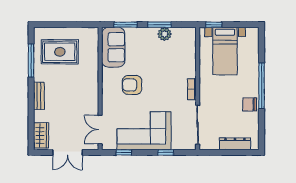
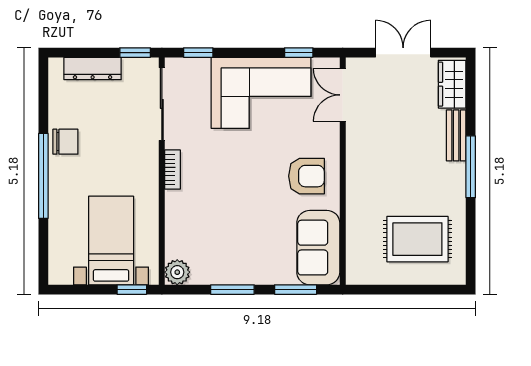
plant: (165, 34) -> (177, 272), moved
window: (31, 61) -> (471, 167), moved
armchair: (132, 85) -> (306, 176), moved
bench: (39, 96) -> (456, 135), moved
double door: (100, 130) -> (343, 95), swing flipped
window: (166, 152) -> (198, 53), moved
window: (212, 152) -> (135, 53), added

